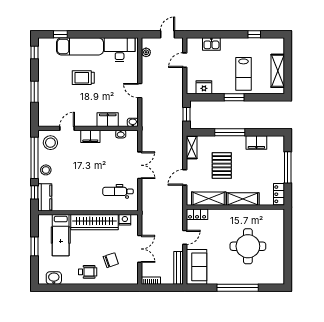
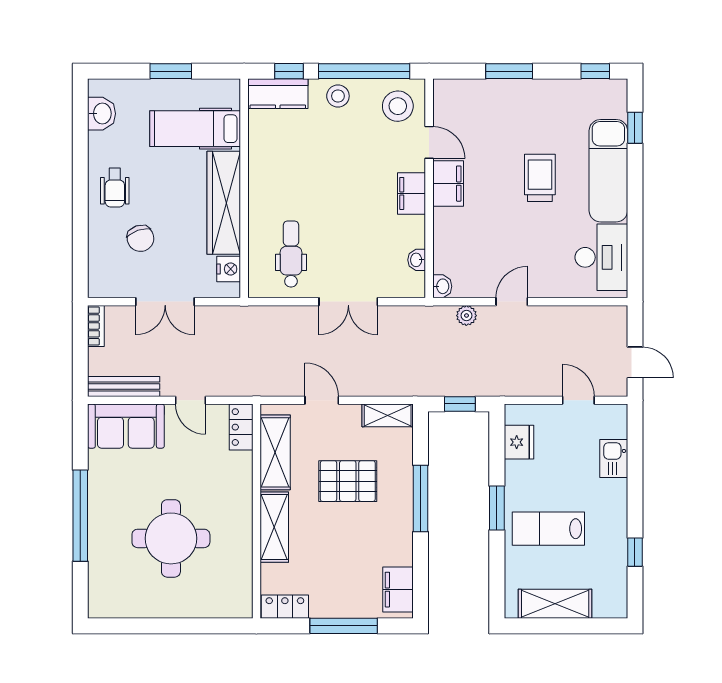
plant: (146, 52) -> (466, 316), moved
filing cabinet: (108, 120) -> (448, 184), moved
filing cabinet: (256, 143) -> (398, 590), moved

